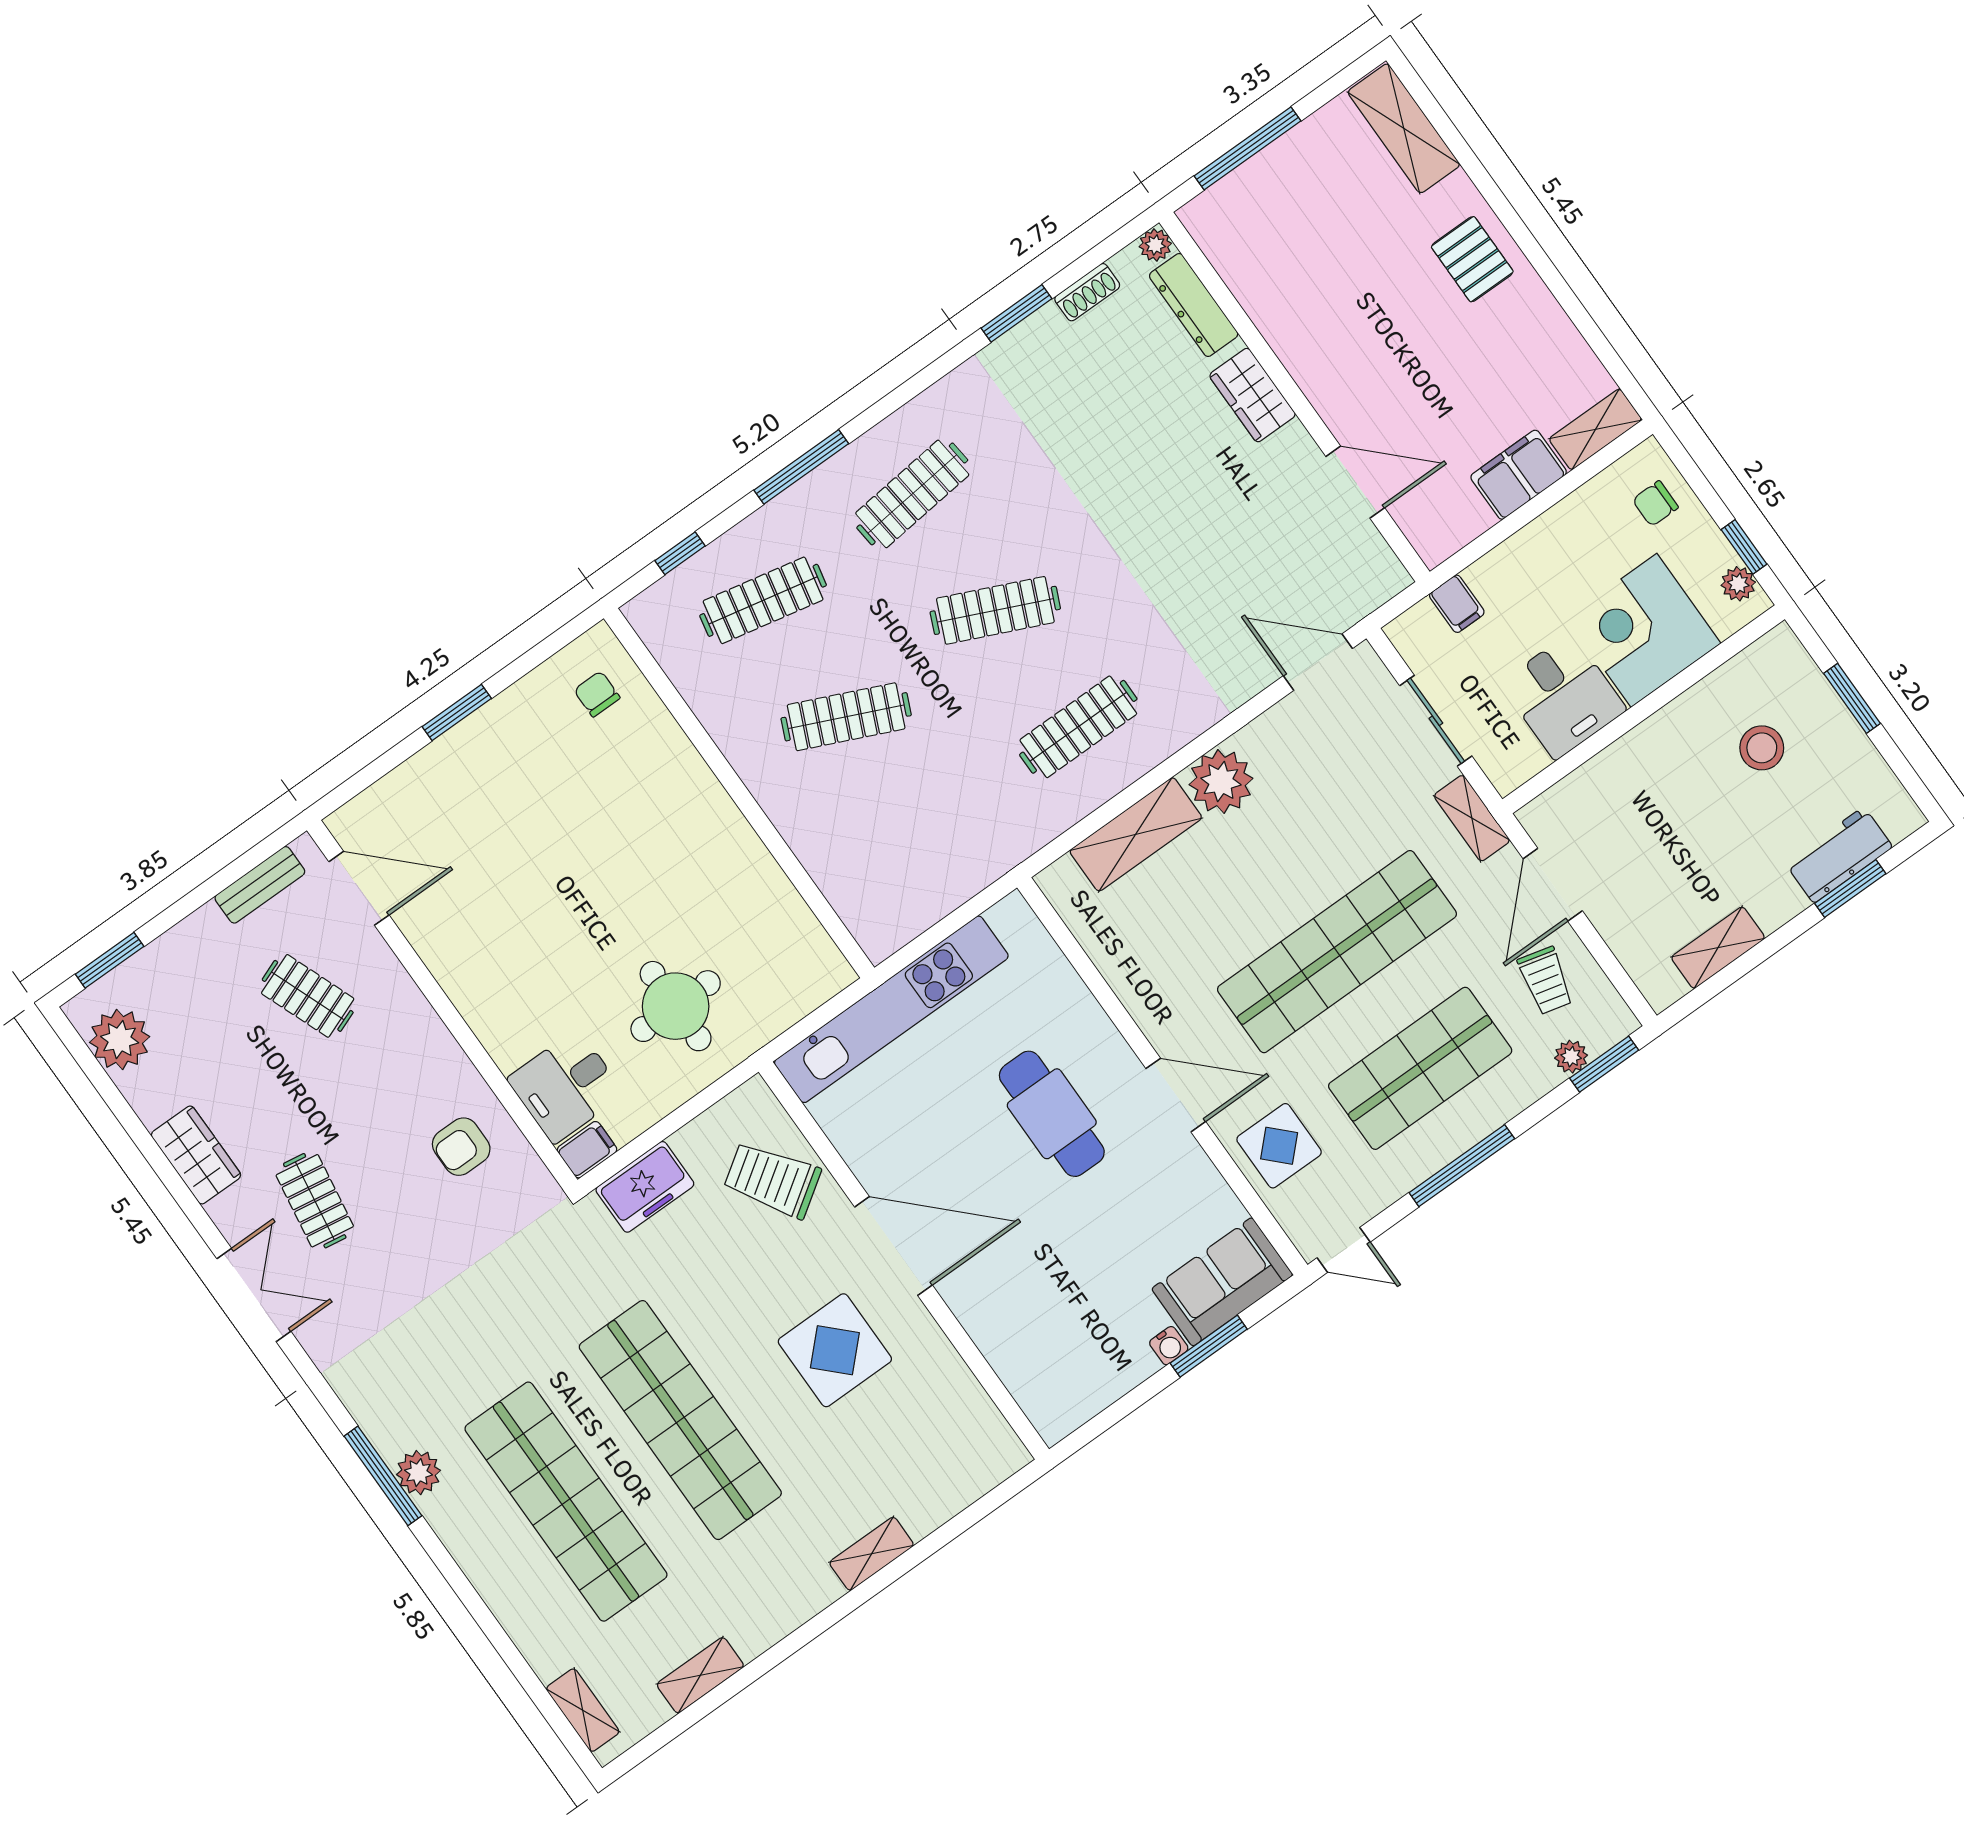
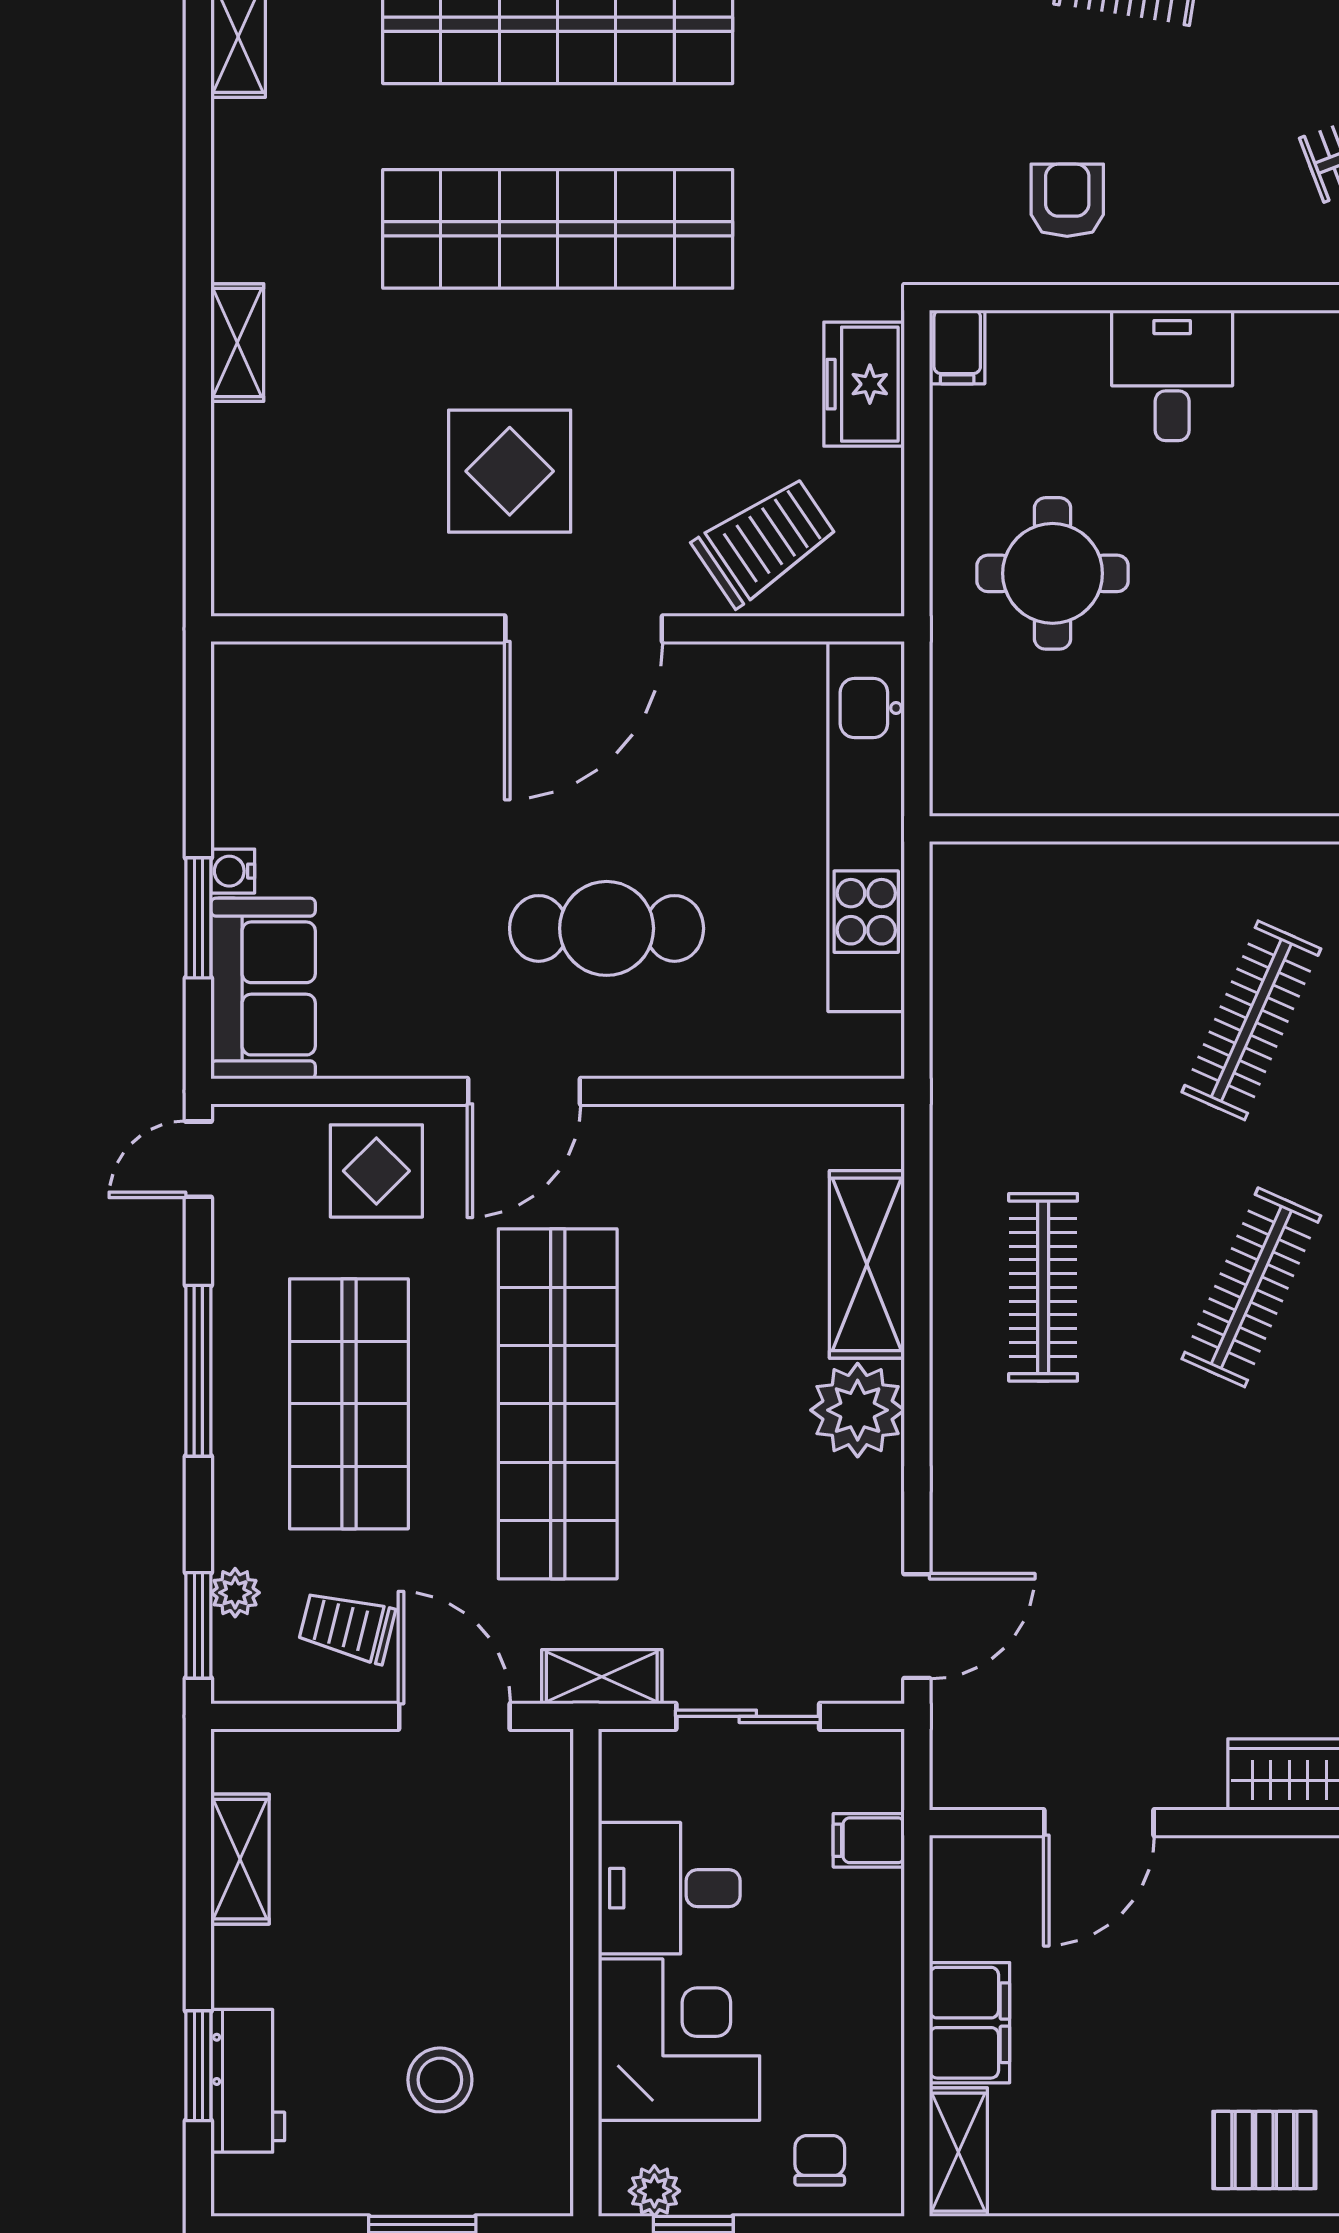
desk: (566, 1086) -> (1172, 375), moved

